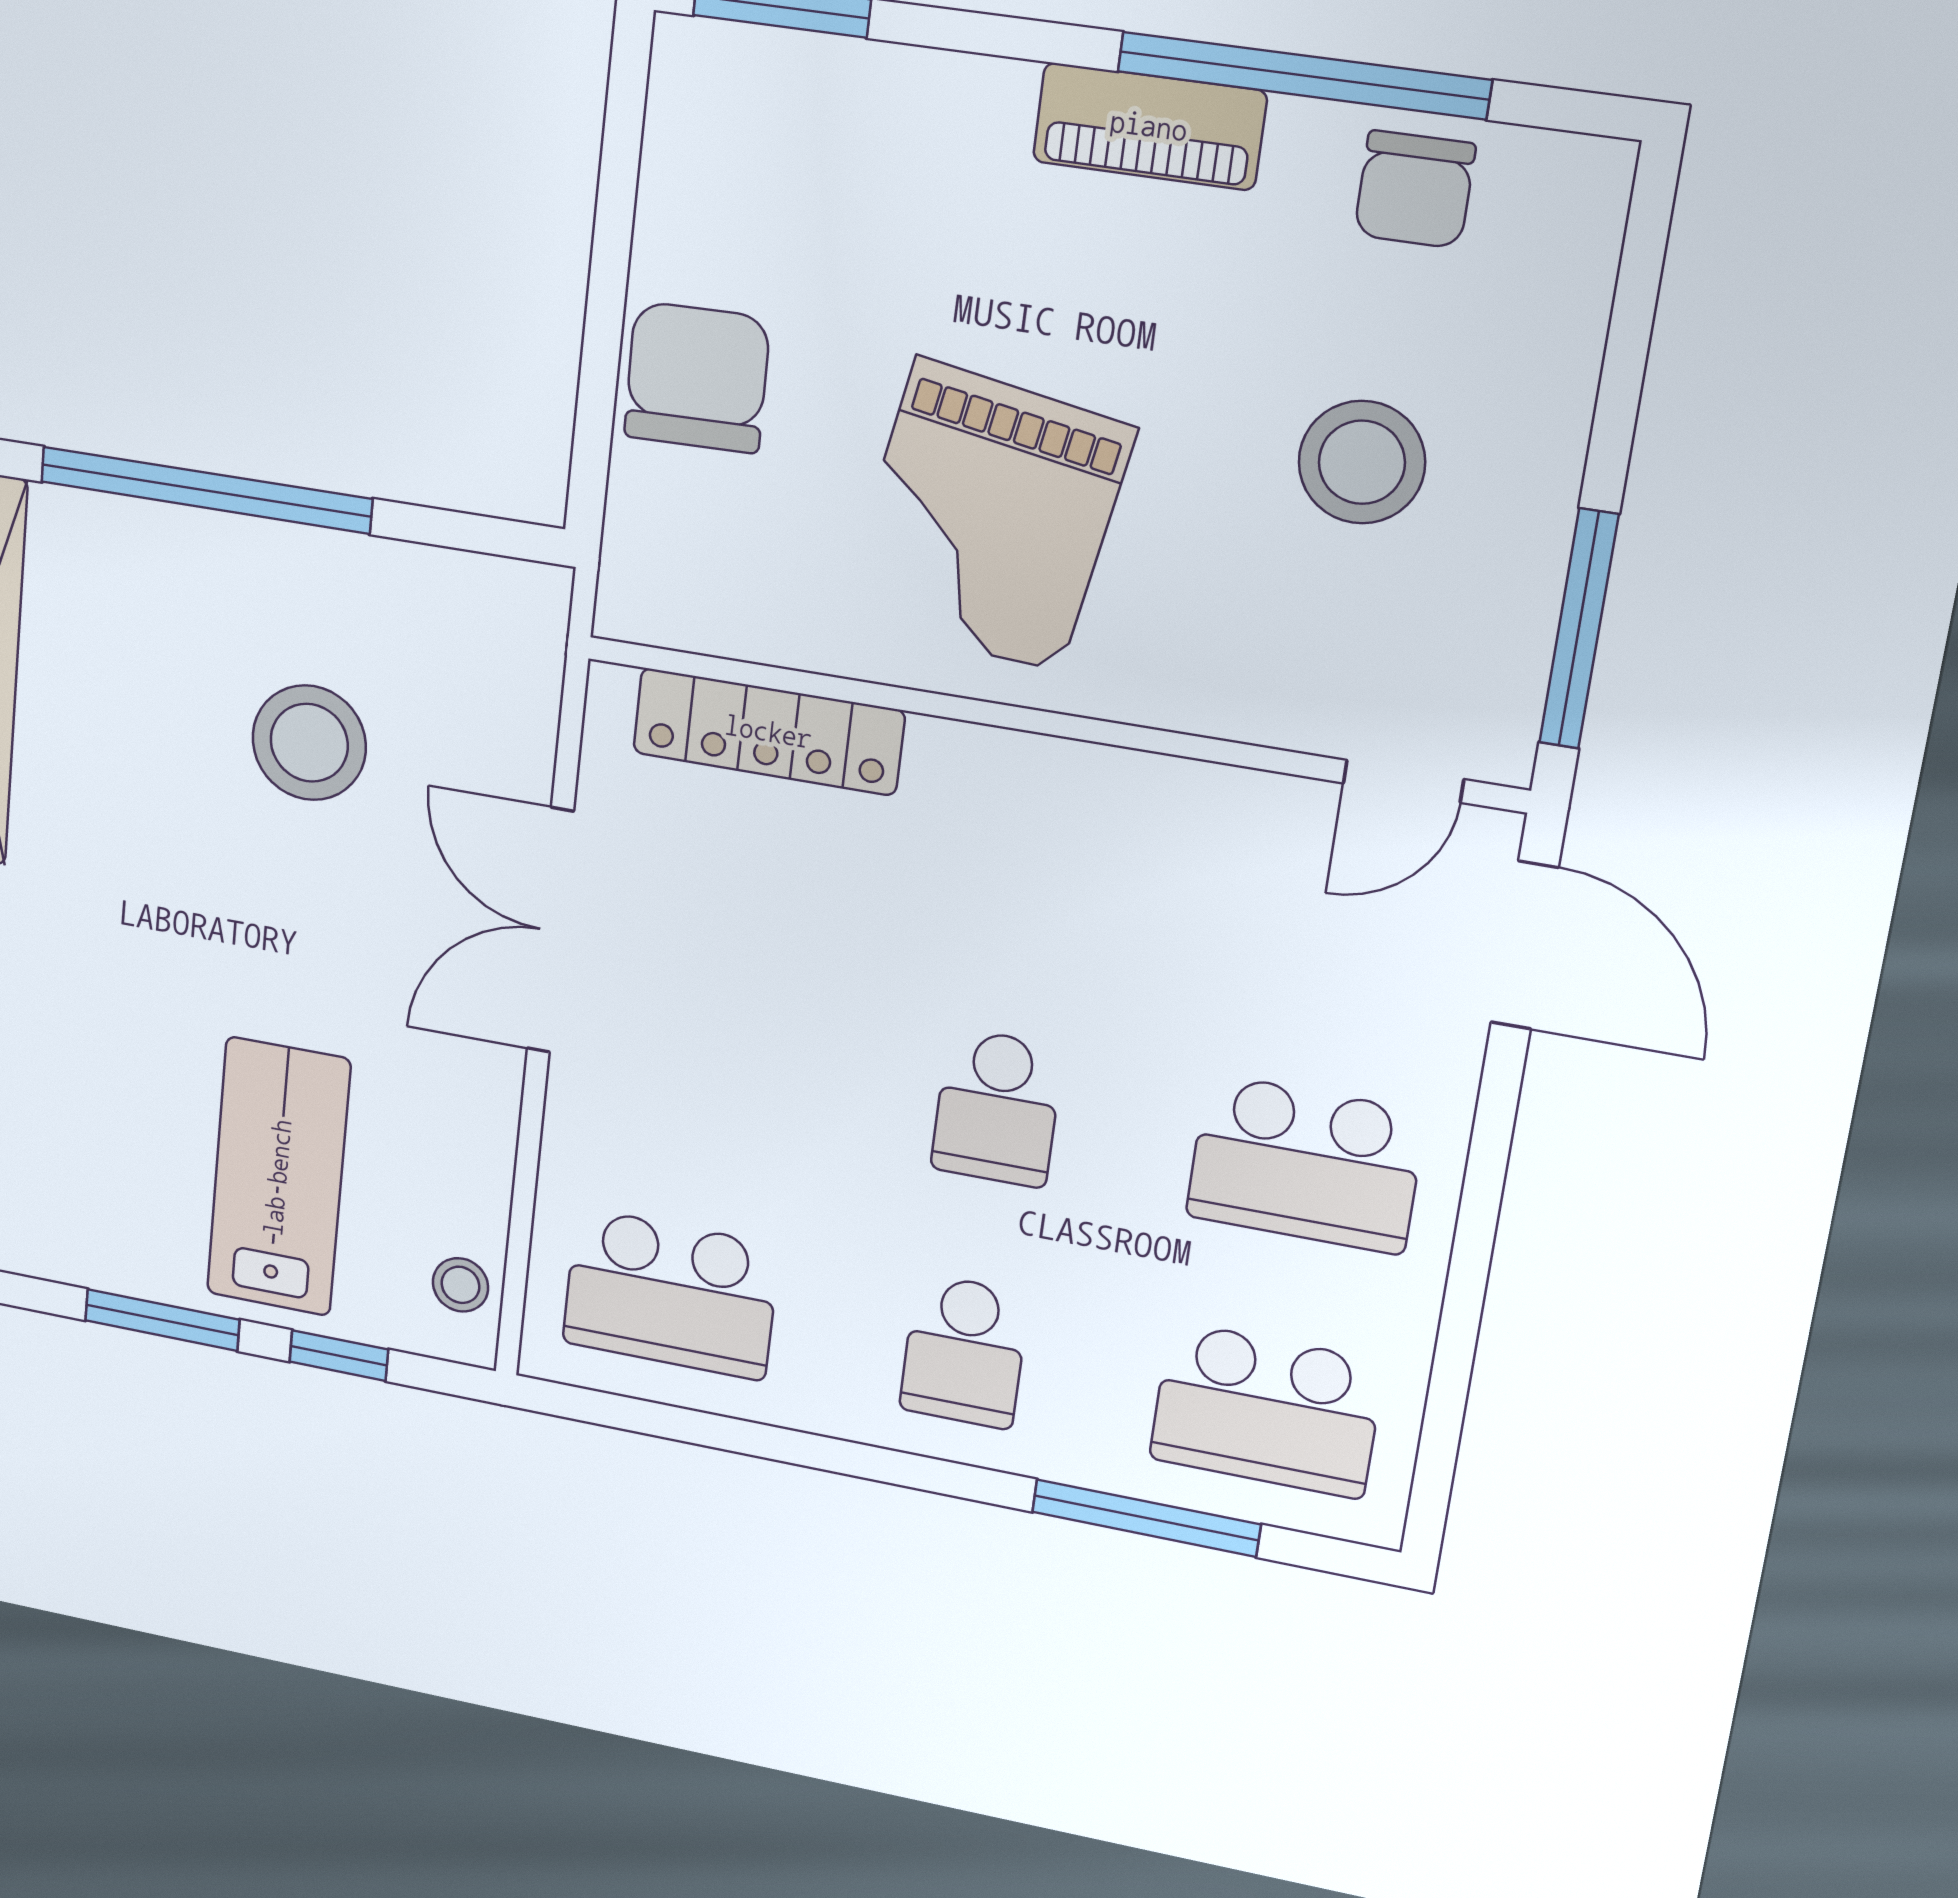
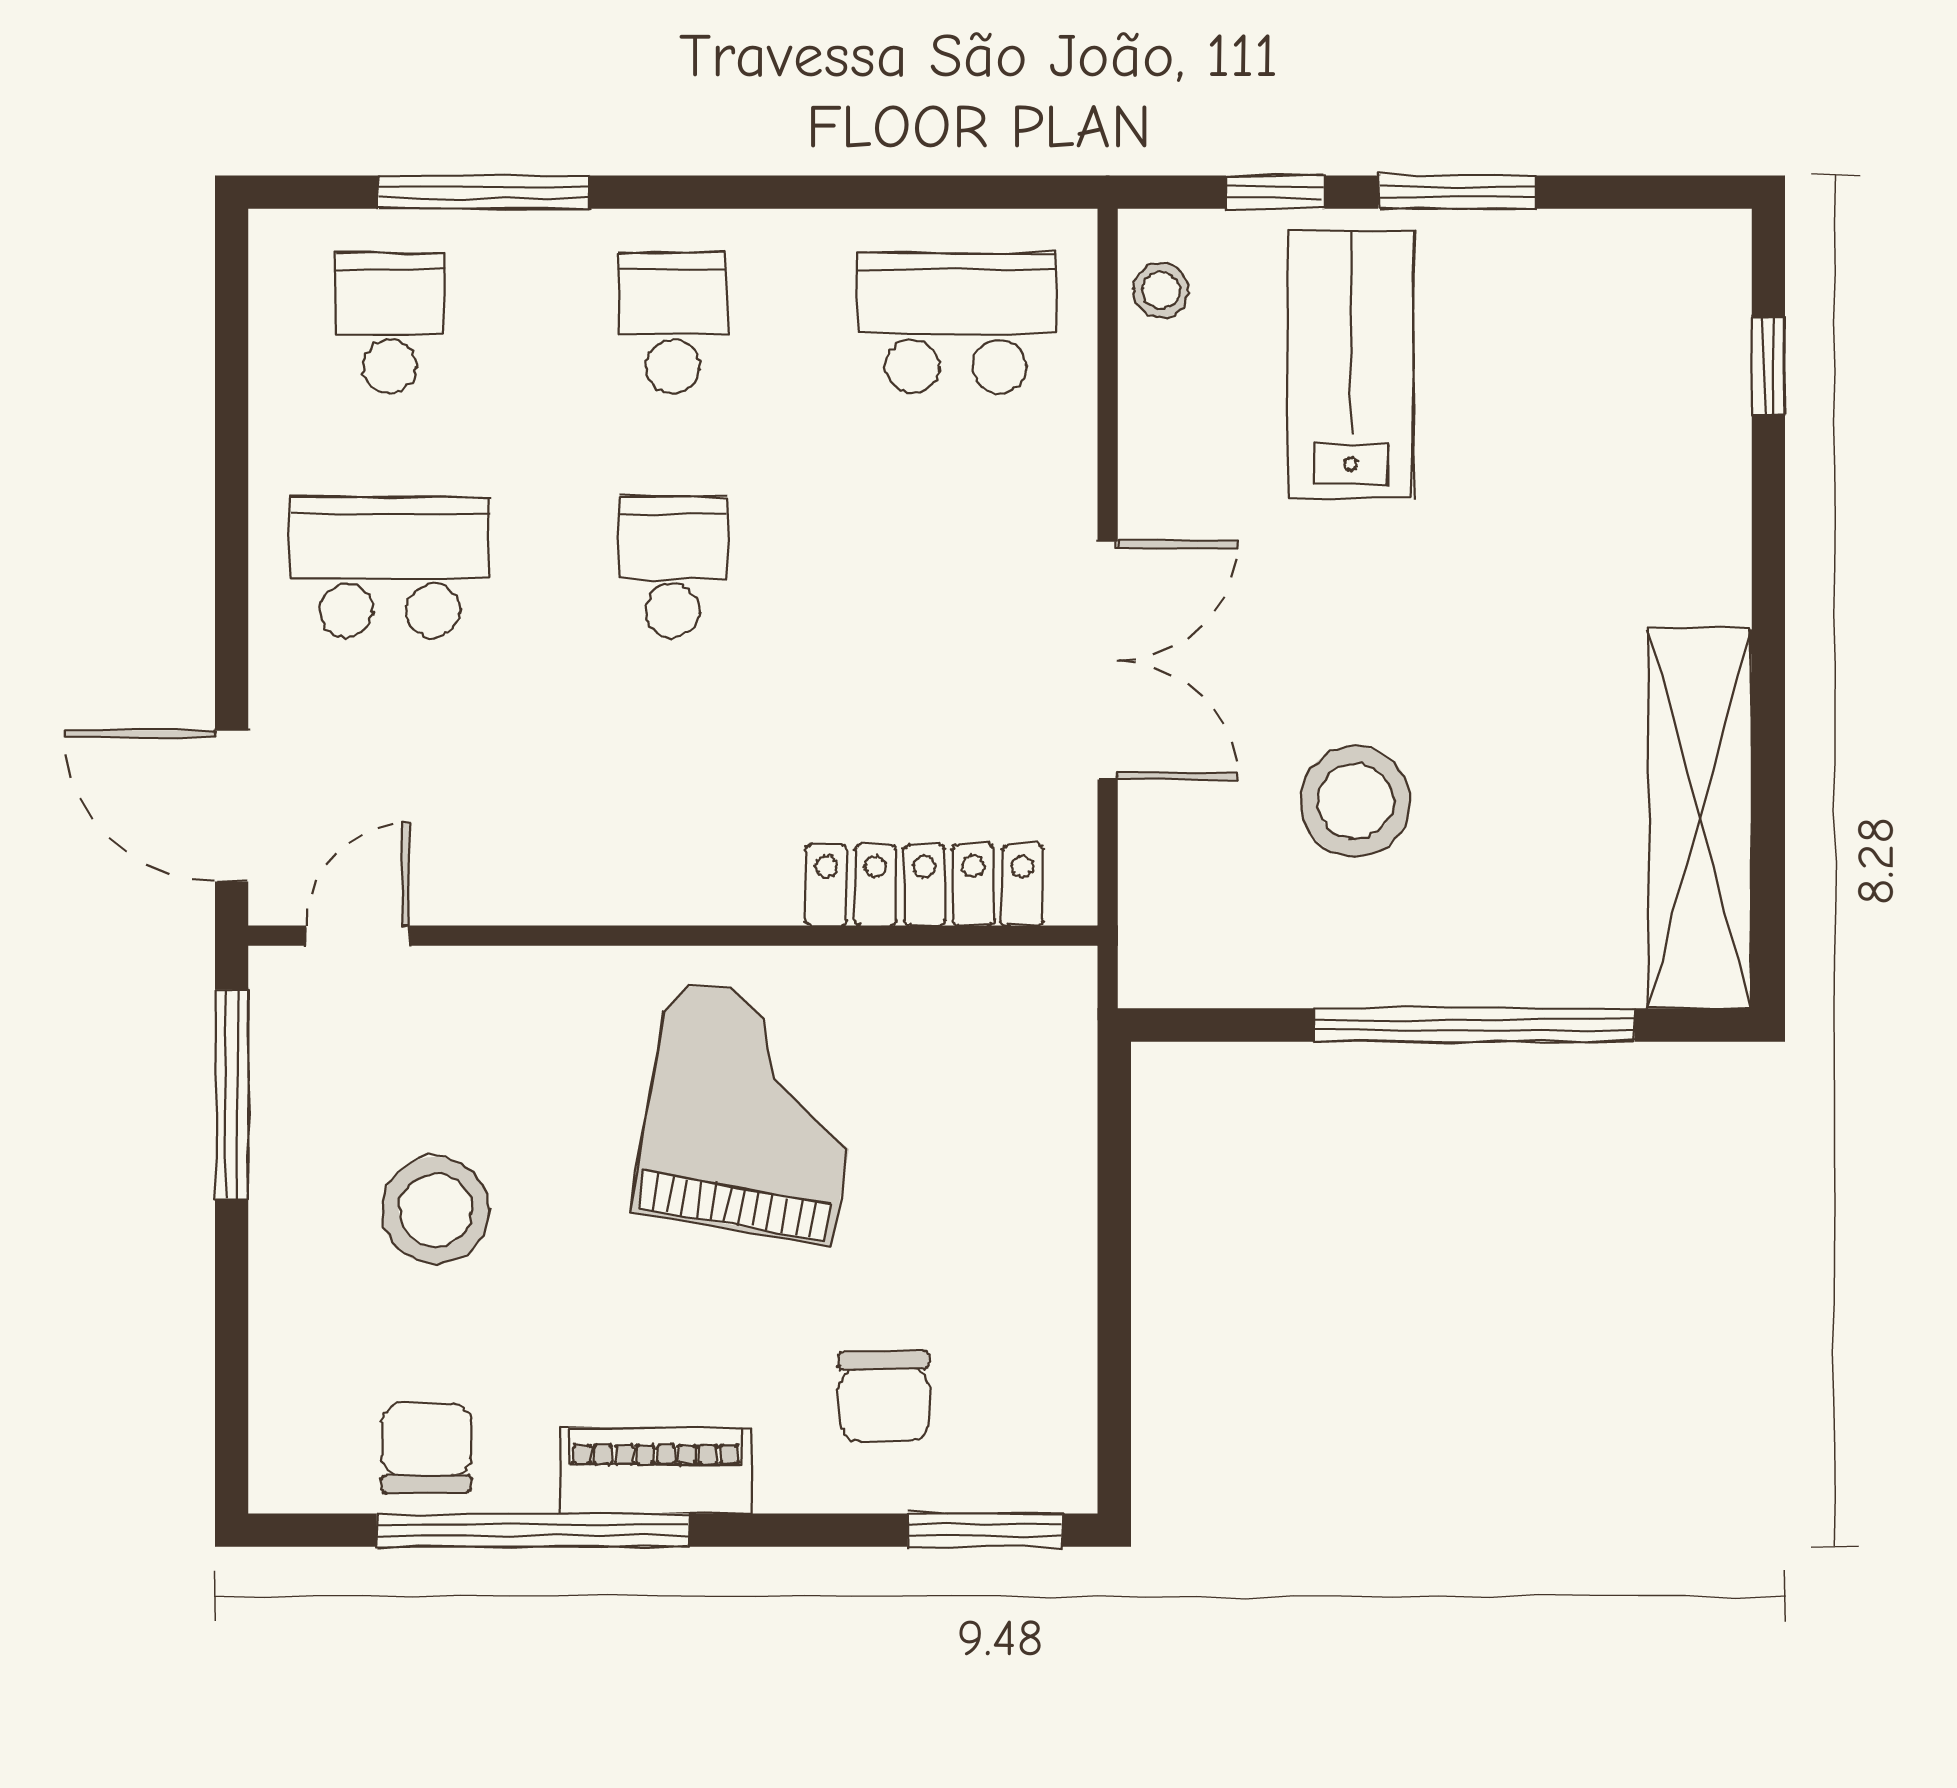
chair: (697, 377) -> (884, 1396), moved, width x0.73, depth x0.73
lab bench: (278, 1177) -> (1351, 365), turned 180
school desk: (1266, 1410) -> (390, 323), width x0.54

